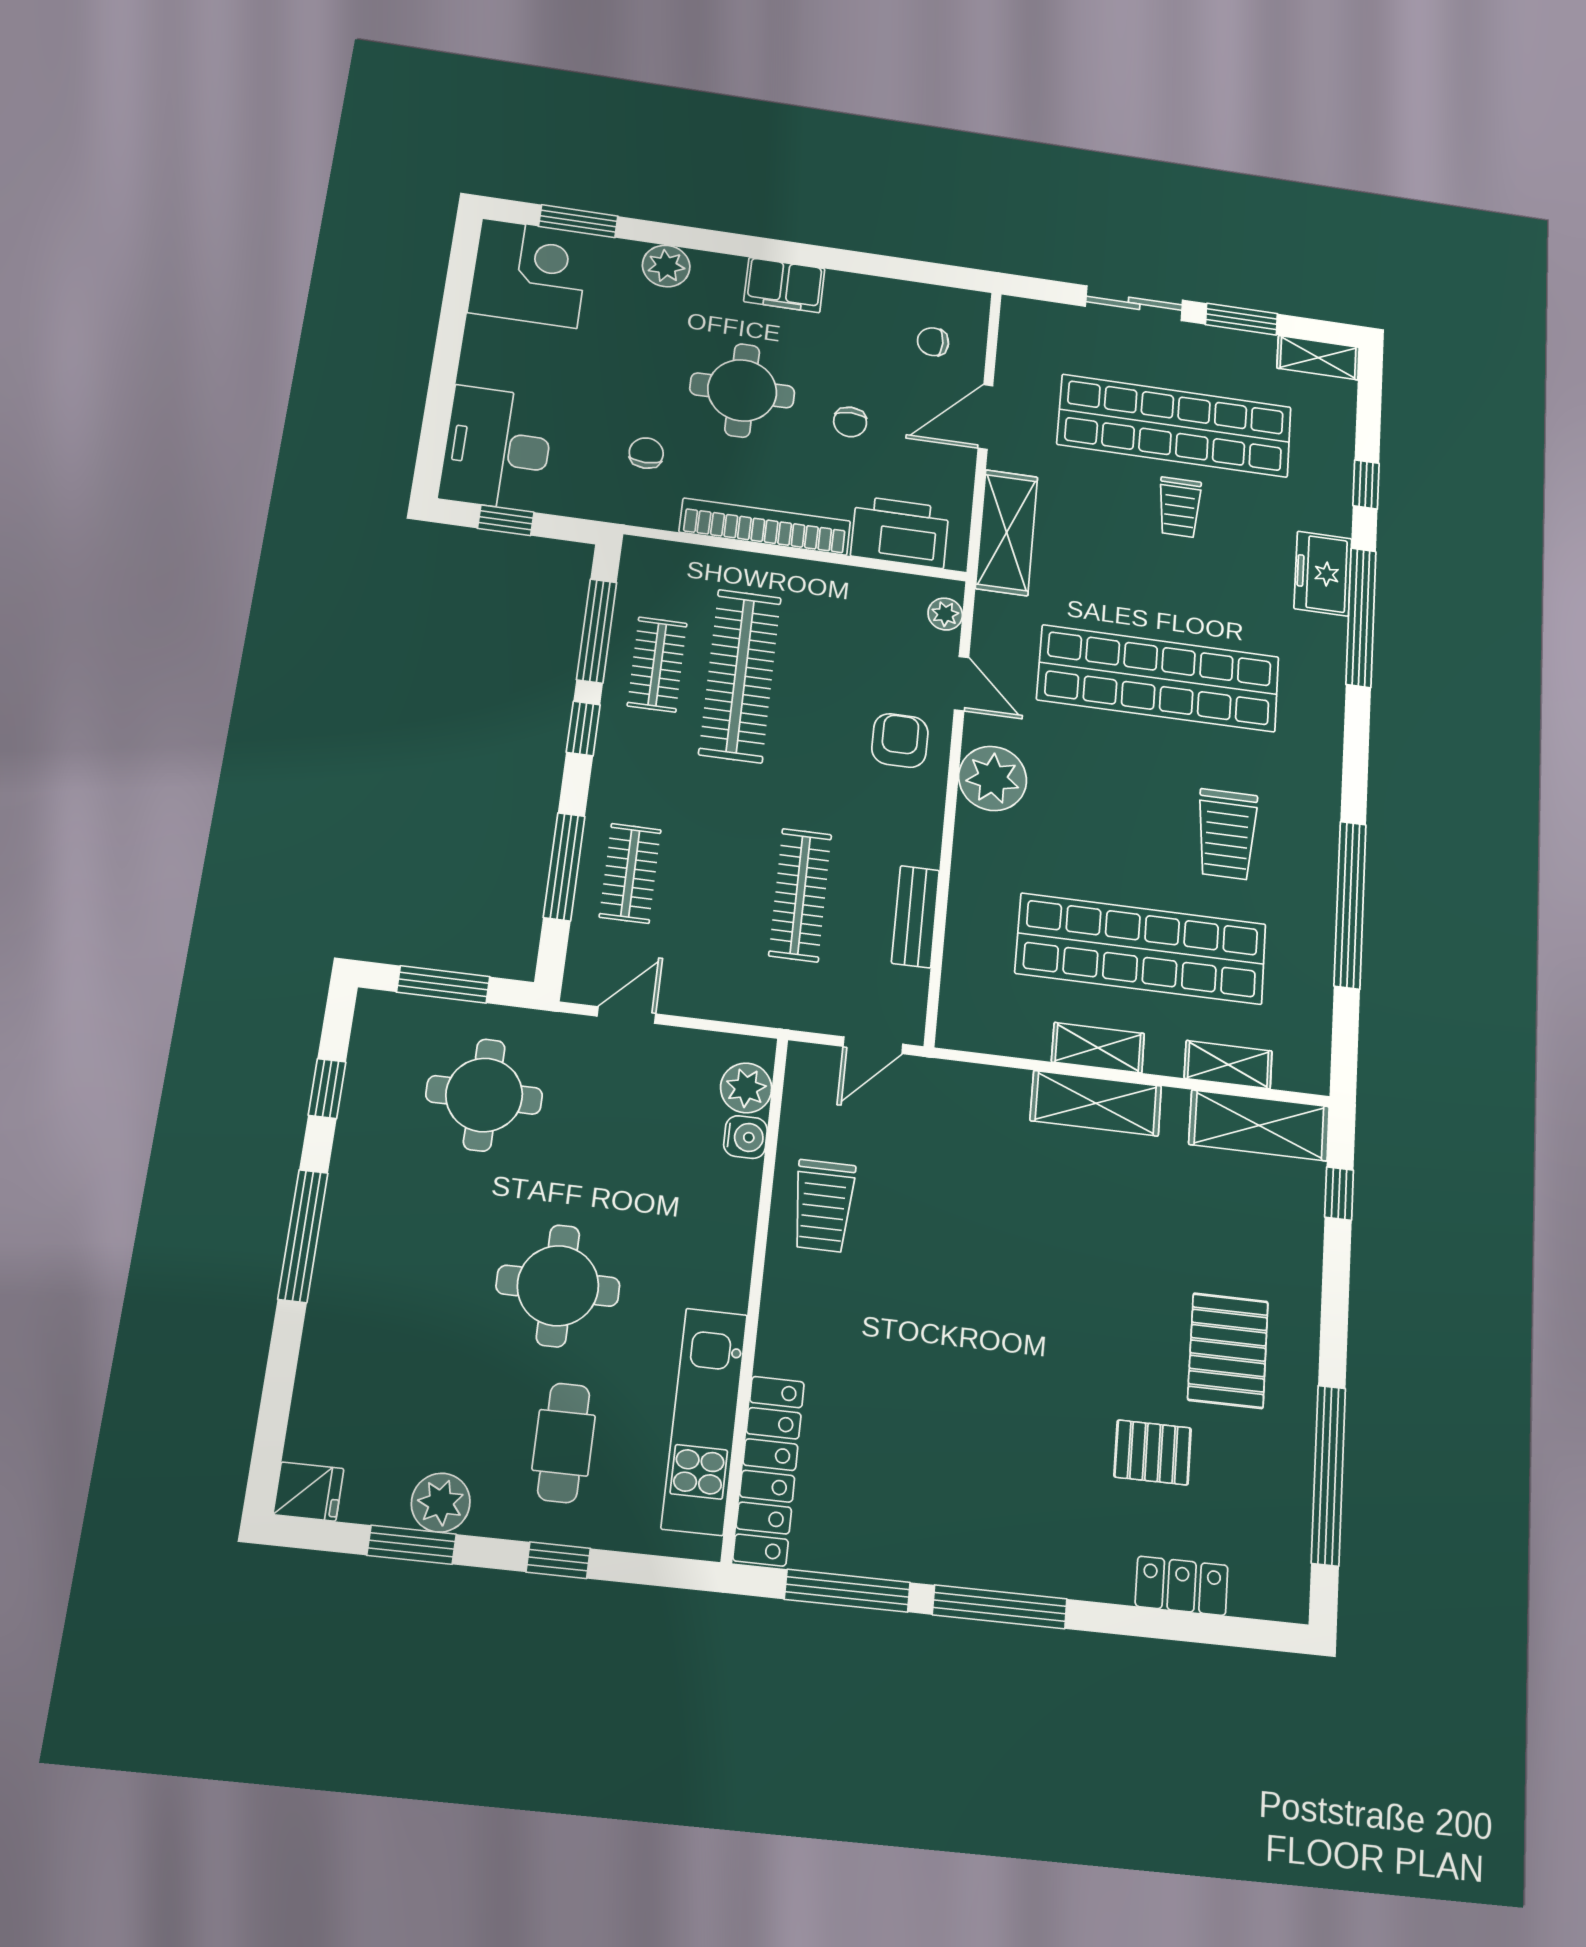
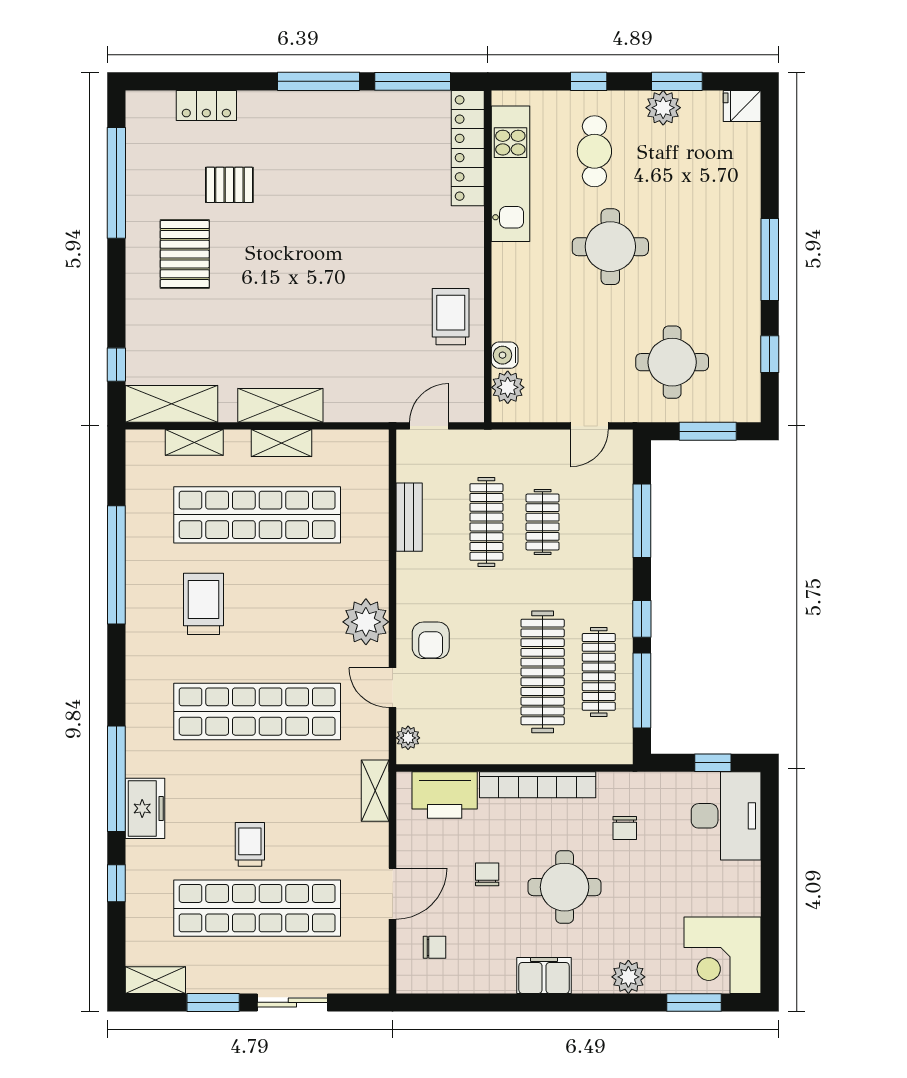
shelving: (1007, 532) -> (375, 791), width x0.67, depth x0.75
clothes rail: (657, 664) -> (599, 672), width x1.36
clothes rail: (630, 873) -> (543, 522), moved

